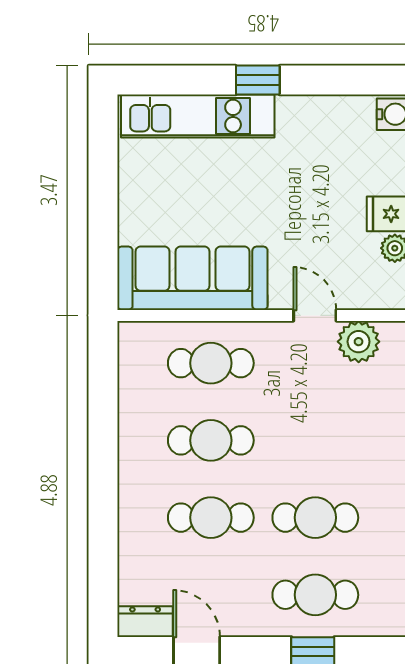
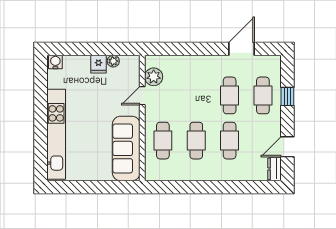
window: (258, 80) -> (41, 120), removed
kitchen unit: (198, 116) -> (56, 134), width x1.36

